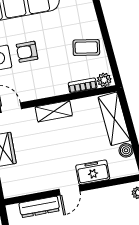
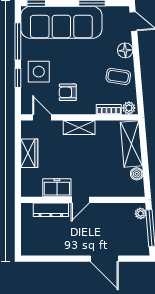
floor lamp: (89, 18) -> (125, 50), added
armchair: (27, 52) -> (68, 92), moved
freezer: (93, 172) -> (57, 188), moved

